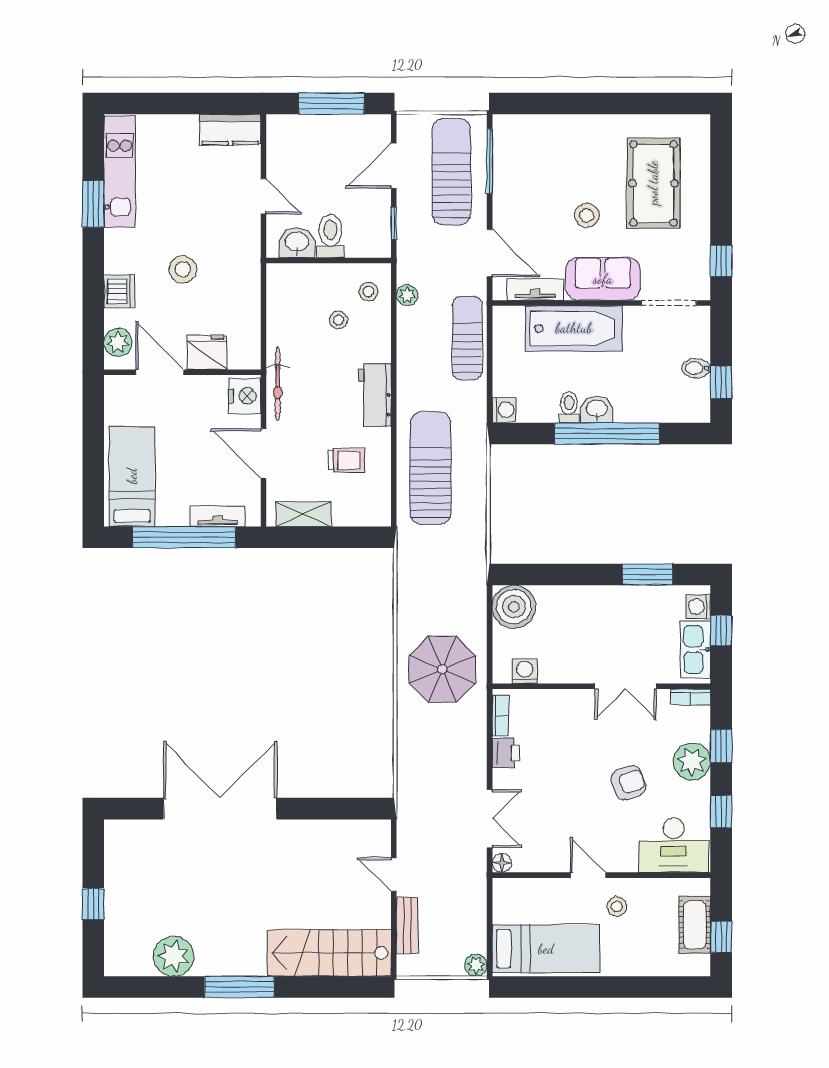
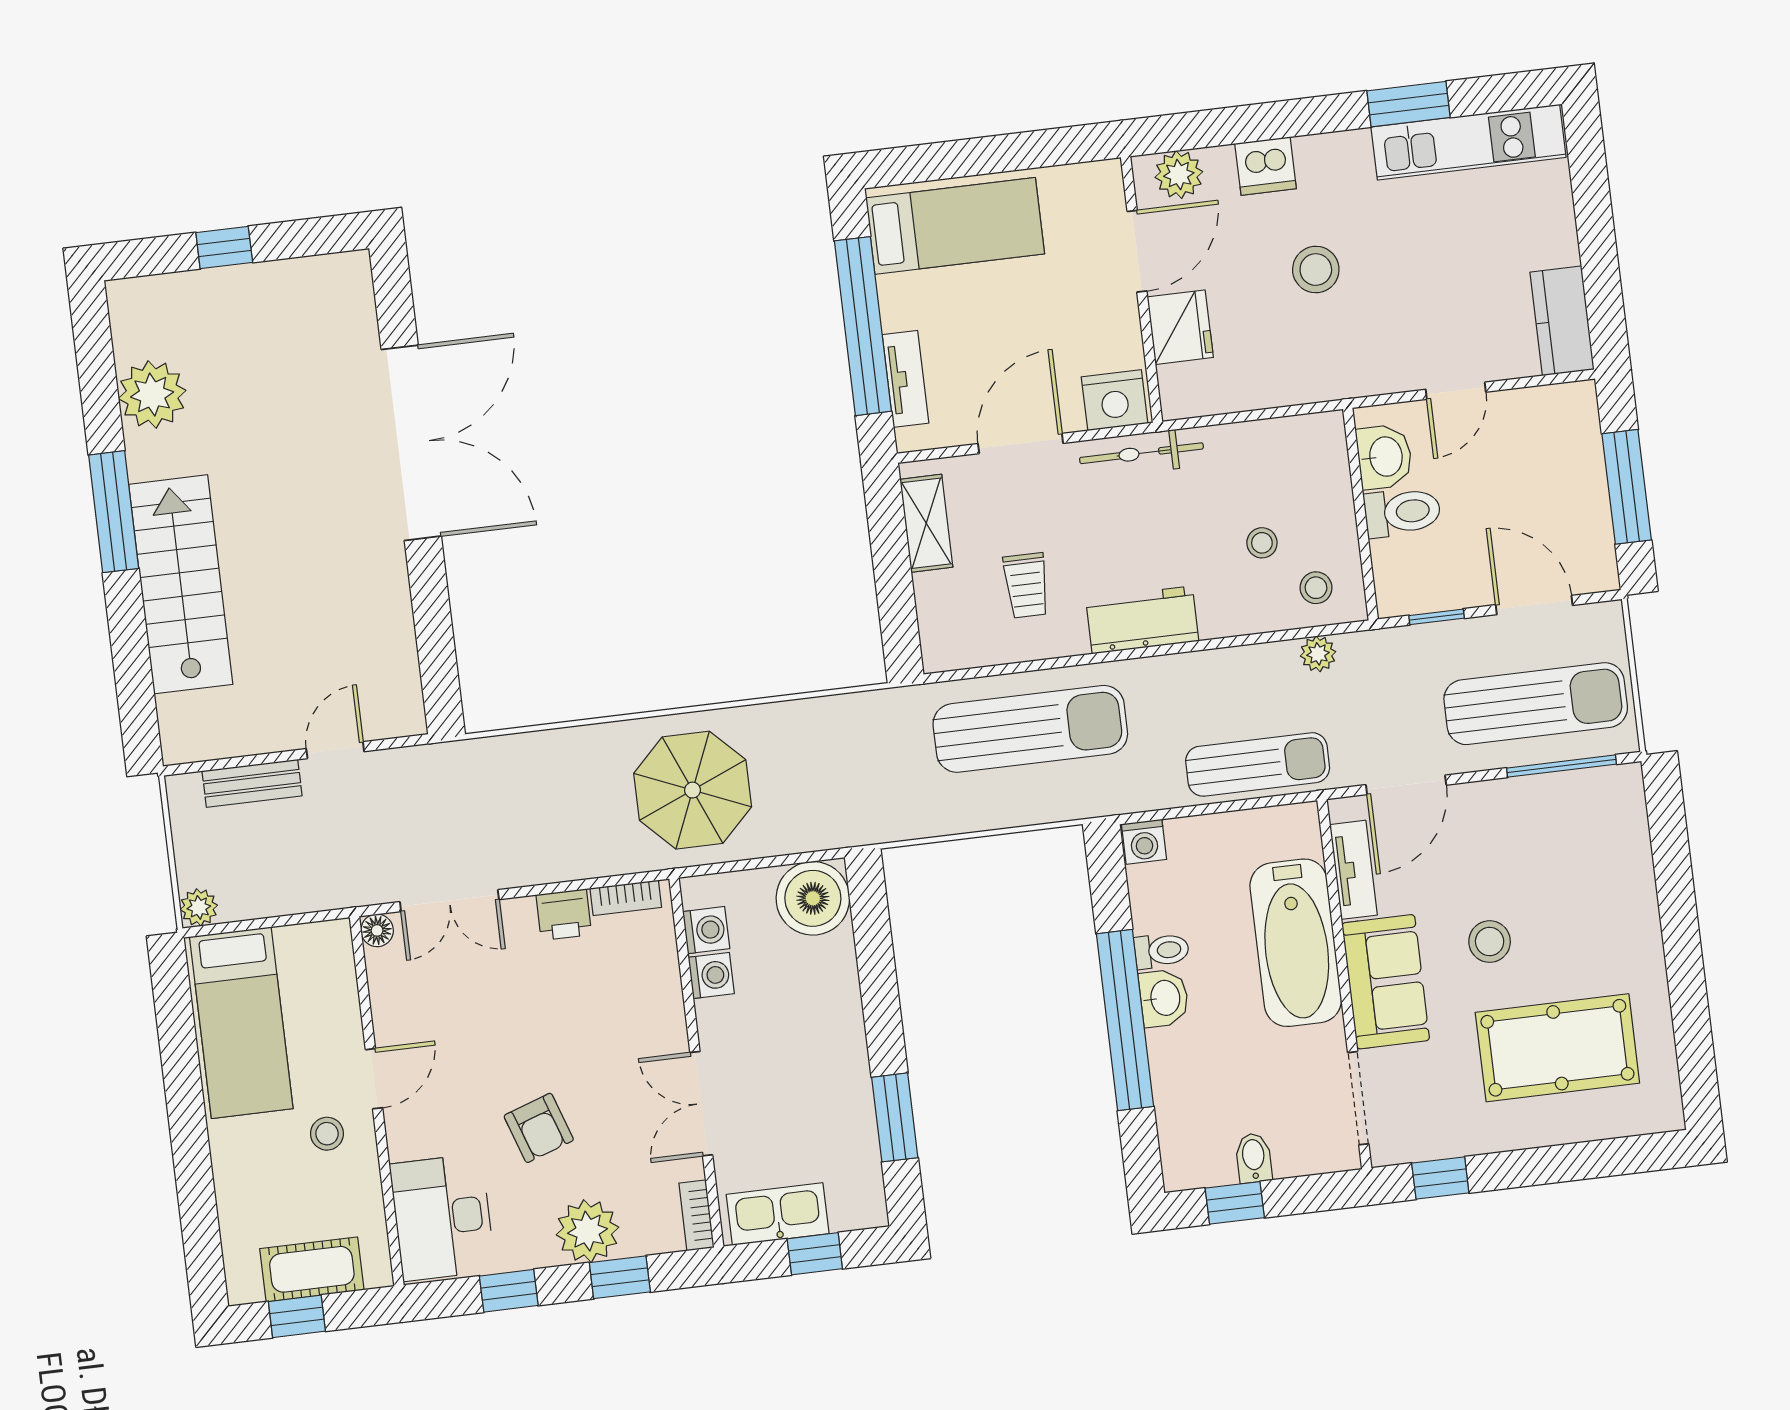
washing machine: (698, 607) -> (711, 975), moved, turned 90
stairs: (329, 953) -> (181, 584), moved

